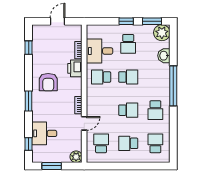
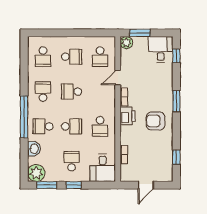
desk: (100, 51) -> (103, 168), moved, turned 90
printer: (75, 68) -> (127, 116), moved
school desk: (101, 77) -> (100, 126), turned 90
school desk: (128, 77) -> (72, 126), turned 180
school desk: (155, 77) -> (43, 126), added
armchair: (48, 82) -> (156, 121), turned -90
desk: (44, 133) -> (161, 49), moved, turned -90
window: (52, 166) -> (140, 33), moved

